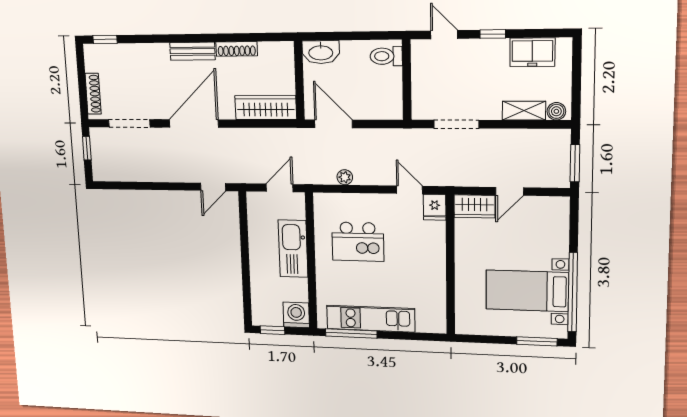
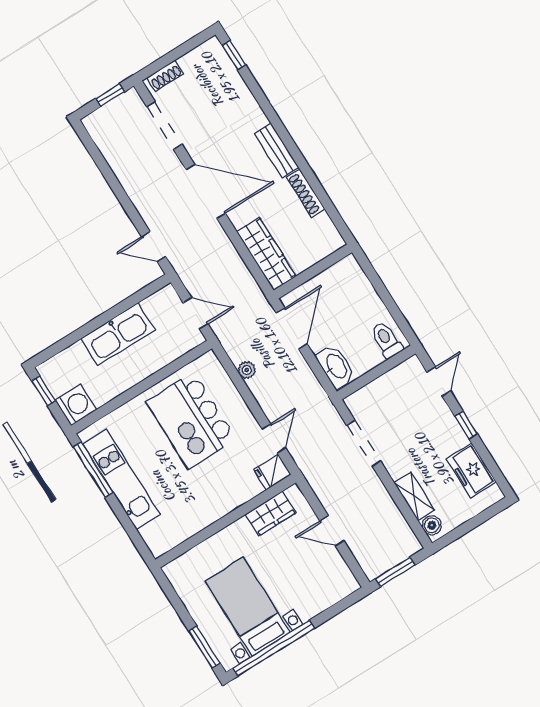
washbasin: (321, 52) -> (336, 367), moved, turned 180
shoe rack: (93, 94) -> (165, 76), width x0.70
wardrobe: (474, 206) -> (271, 513), moved, turned -90
kitchen island: (358, 242) -> (191, 420), width x1.37, depth x1.28
kitchen sink: (293, 249) -> (118, 334), moved, turned 180

